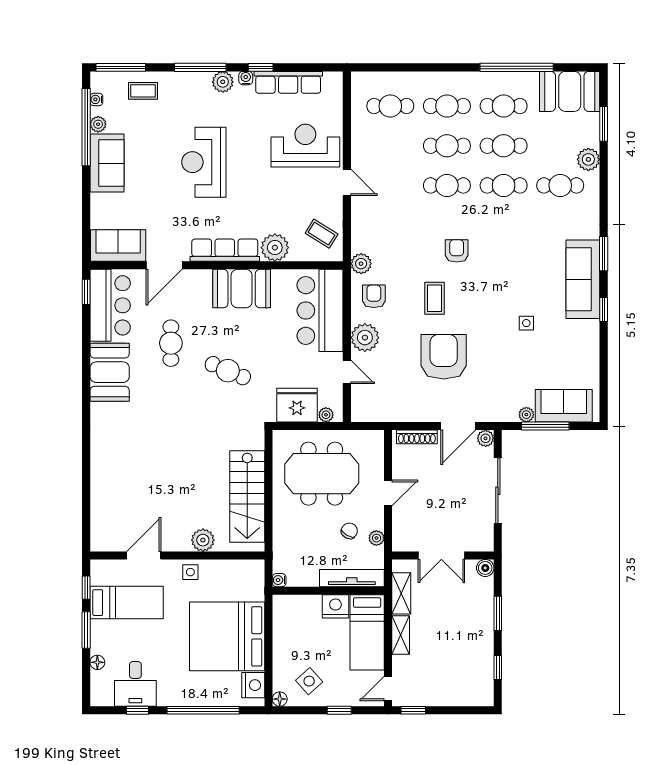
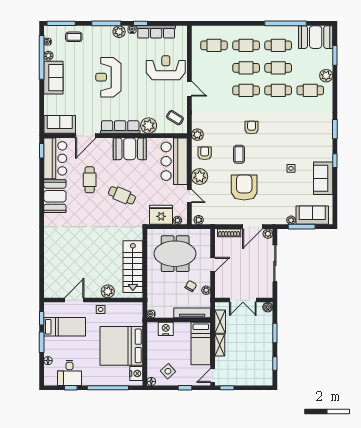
sofa: (583, 279) -> (323, 178), moved, width x0.73
plant: (363, 414) -> (199, 220), added
nightstand: (335, 606) -> (166, 329), moved

